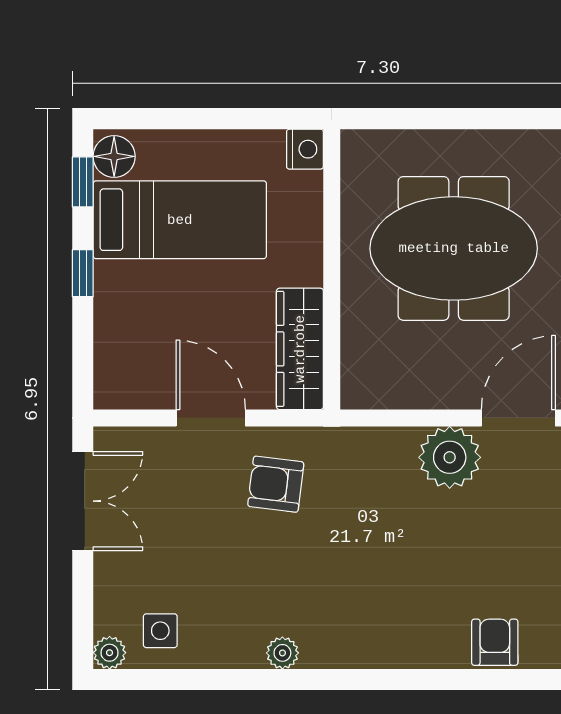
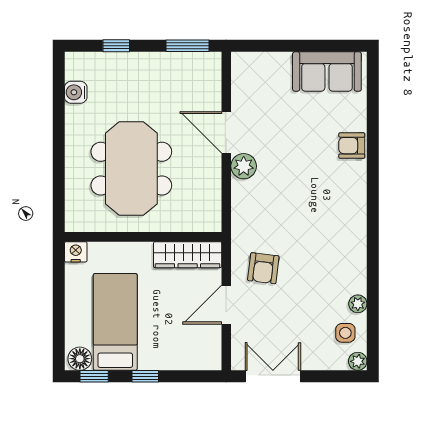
plant: (450, 457) -> (244, 166), width x0.73, depth x0.73
plant: (282, 653) -> (358, 304), moved

